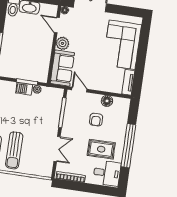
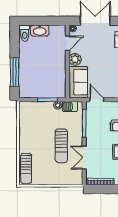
door: (57, 25) -> (67, 43), swing flipped
barbecue: (24, 89) -> (70, 106), moved
double door: (57, 149) -> (84, 158), swing flipped
sun lounger: (14, 150) -> (61, 146), moved

